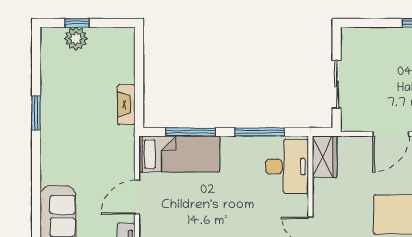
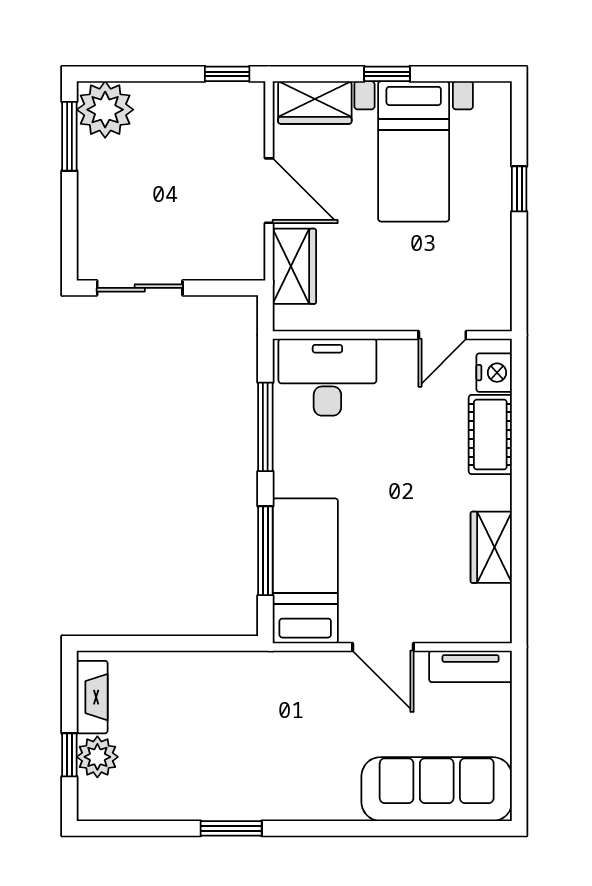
sliding door: (337, 84) -> (140, 288), moved
fireplace: (126, 105) -> (92, 697), moved, turned -90
wardrobe: (325, 157) -> (294, 266), moved, turned 90

